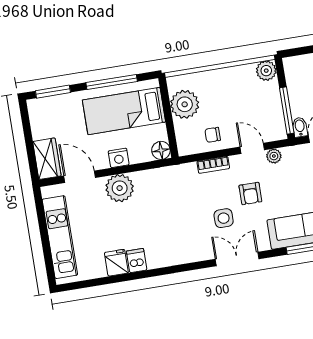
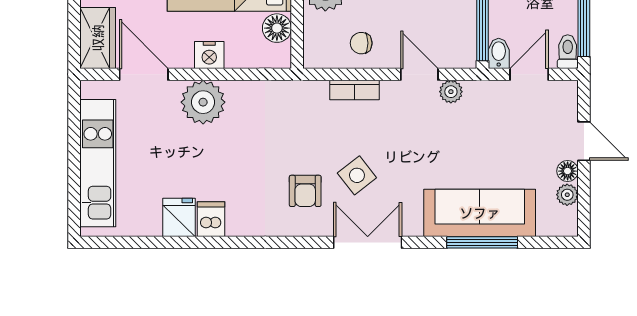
floor lamp: (161, 150) -> (277, 28), moved
armchair: (250, 193) -> (305, 191), moved
side table: (224, 218) -> (357, 175), turned -38

